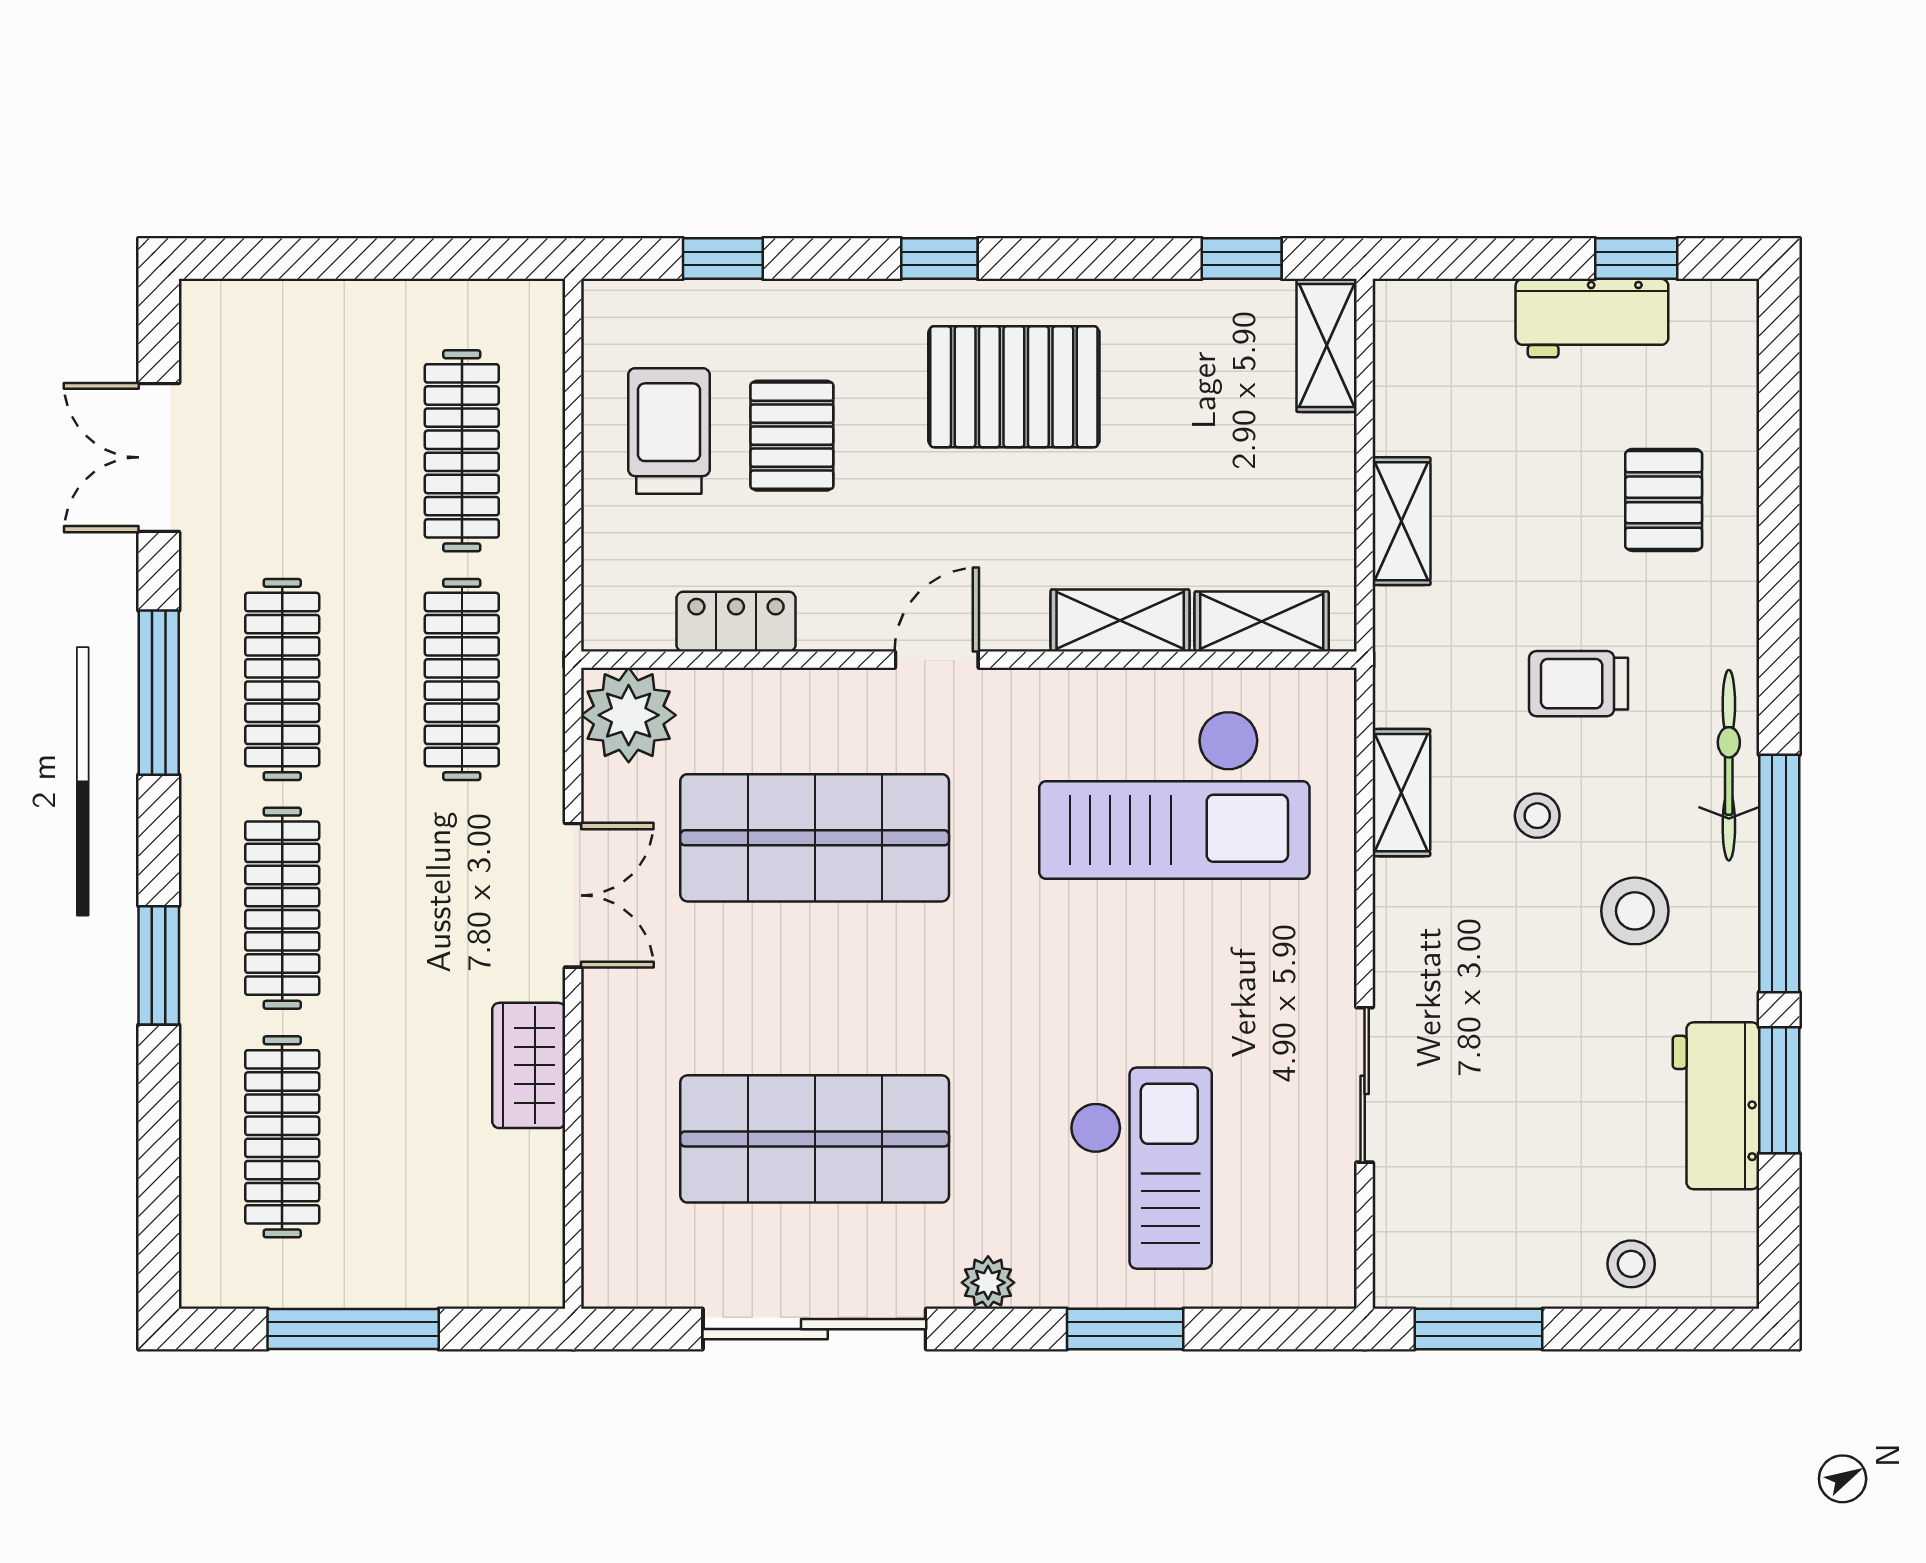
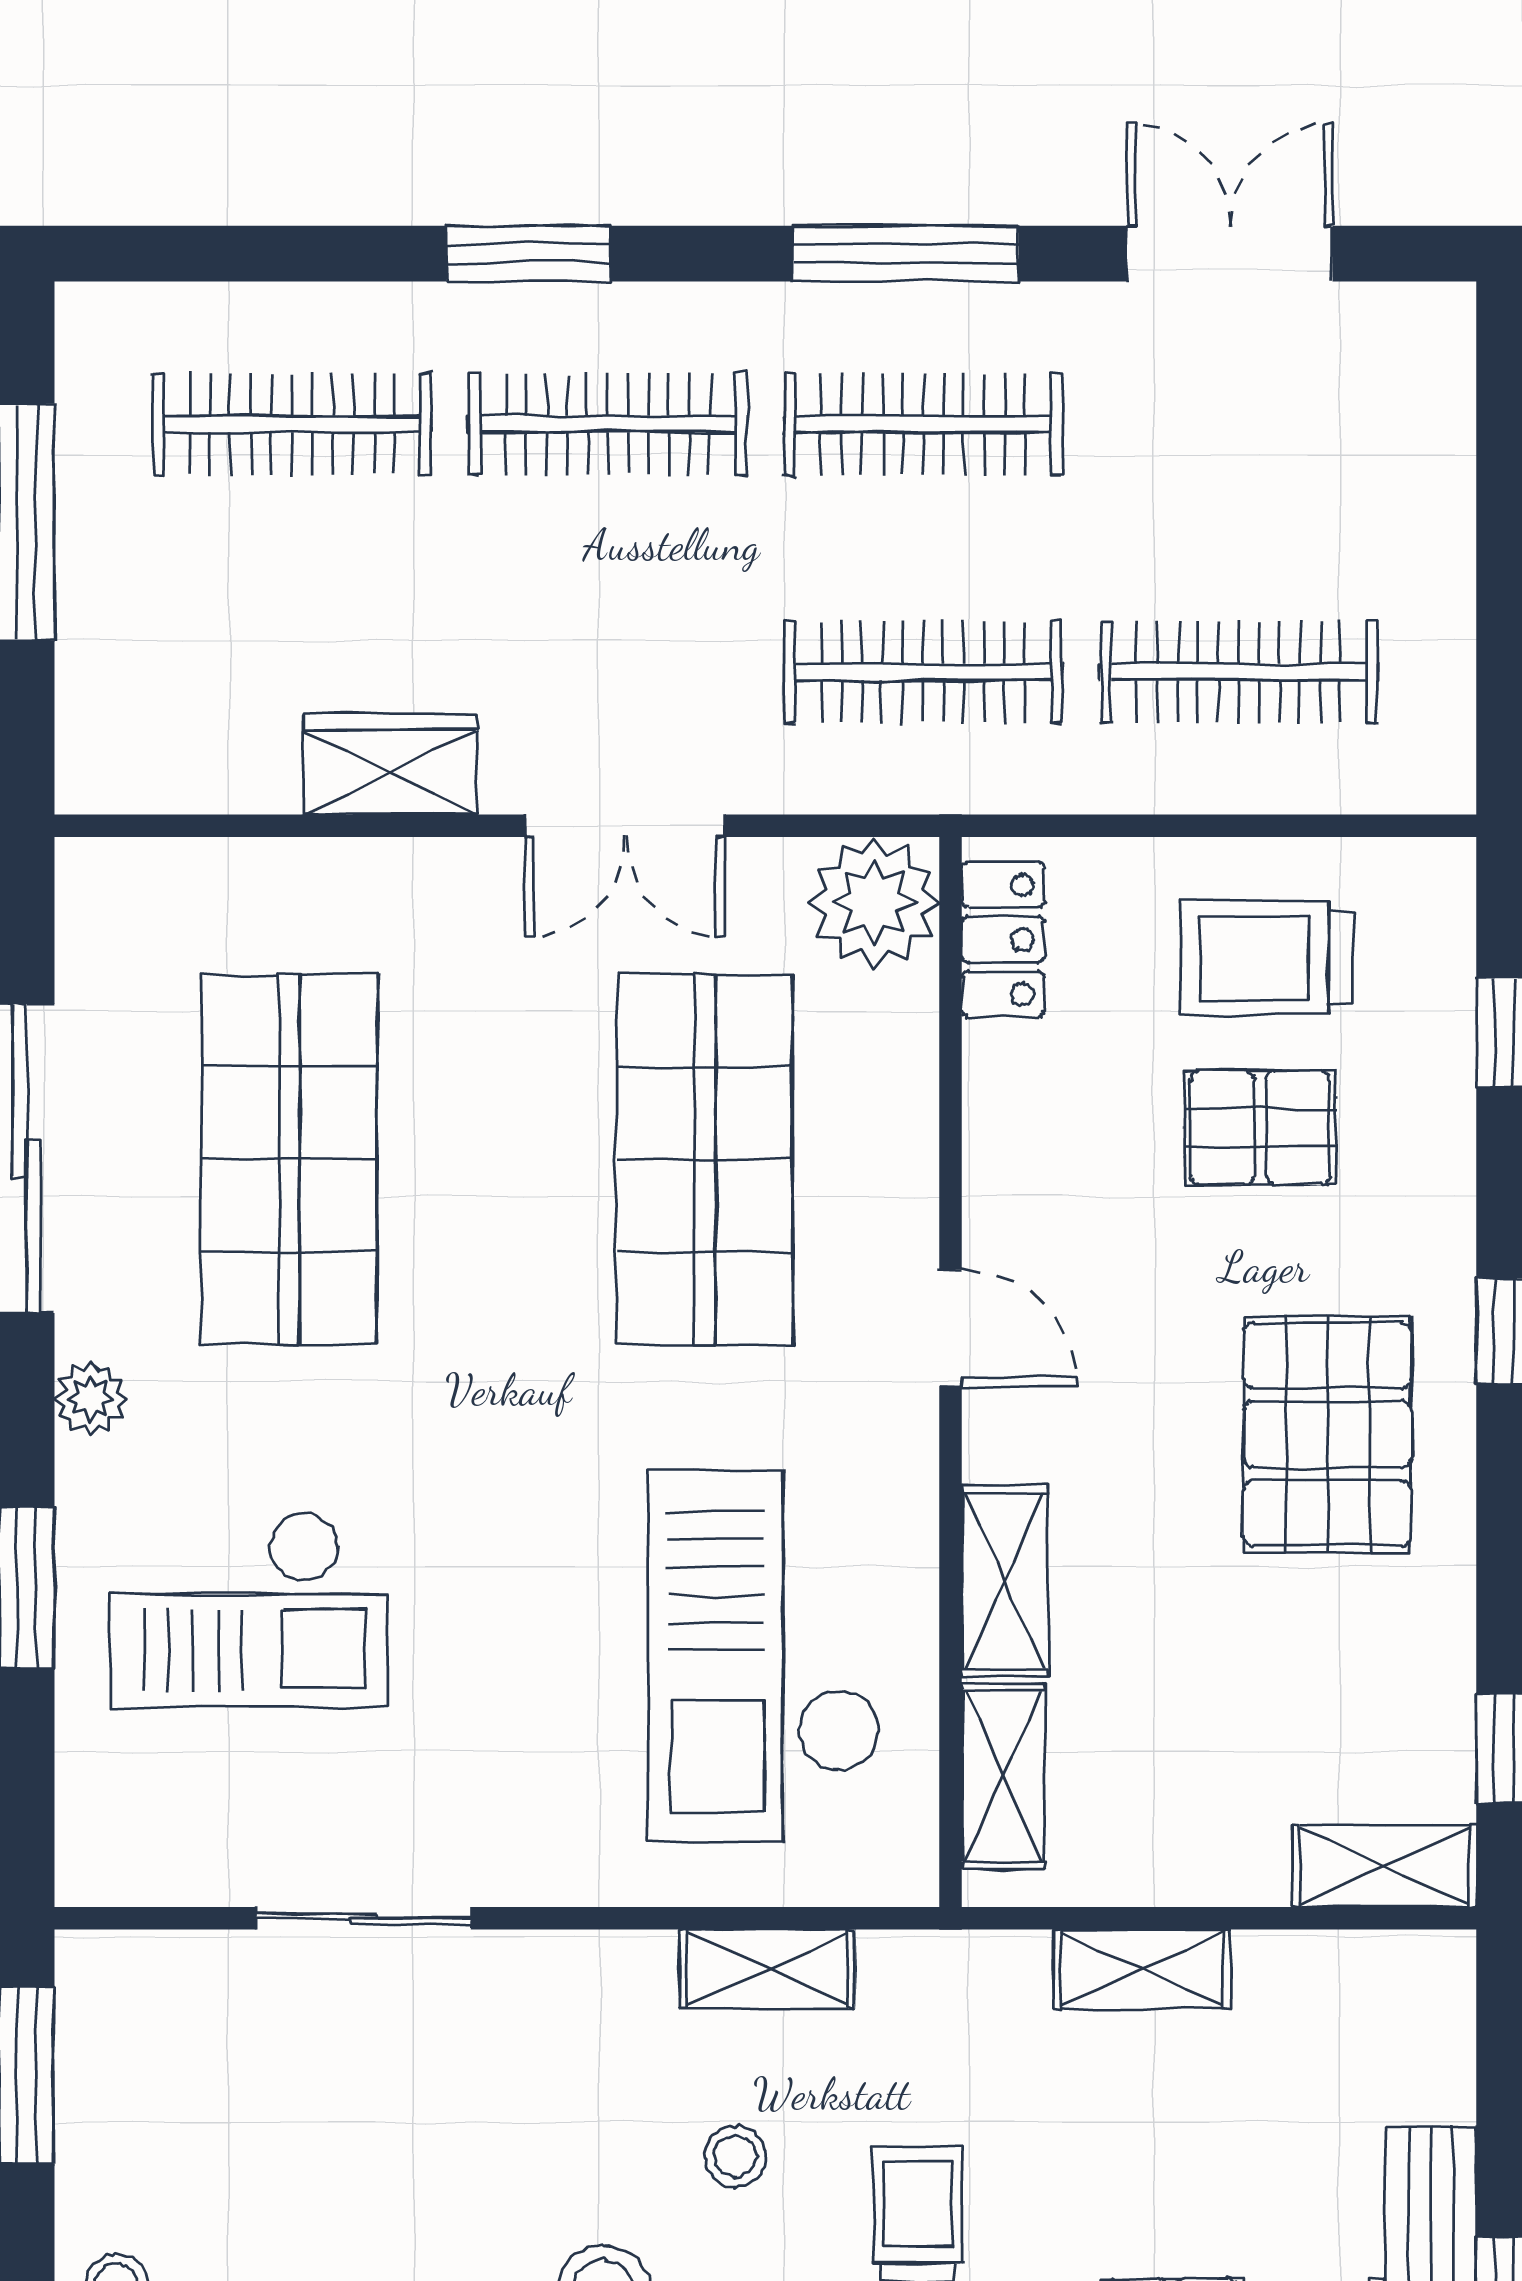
trolley: (669, 431) -> (1266, 958), turned 180
locker: (736, 622) -> (1003, 939), moved

